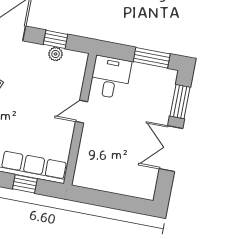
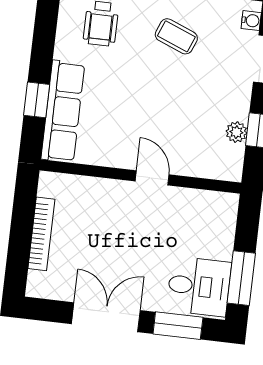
desk: (110, 77) -> (199, 286), moved
bookcase: (113, 187) -> (41, 234), added

